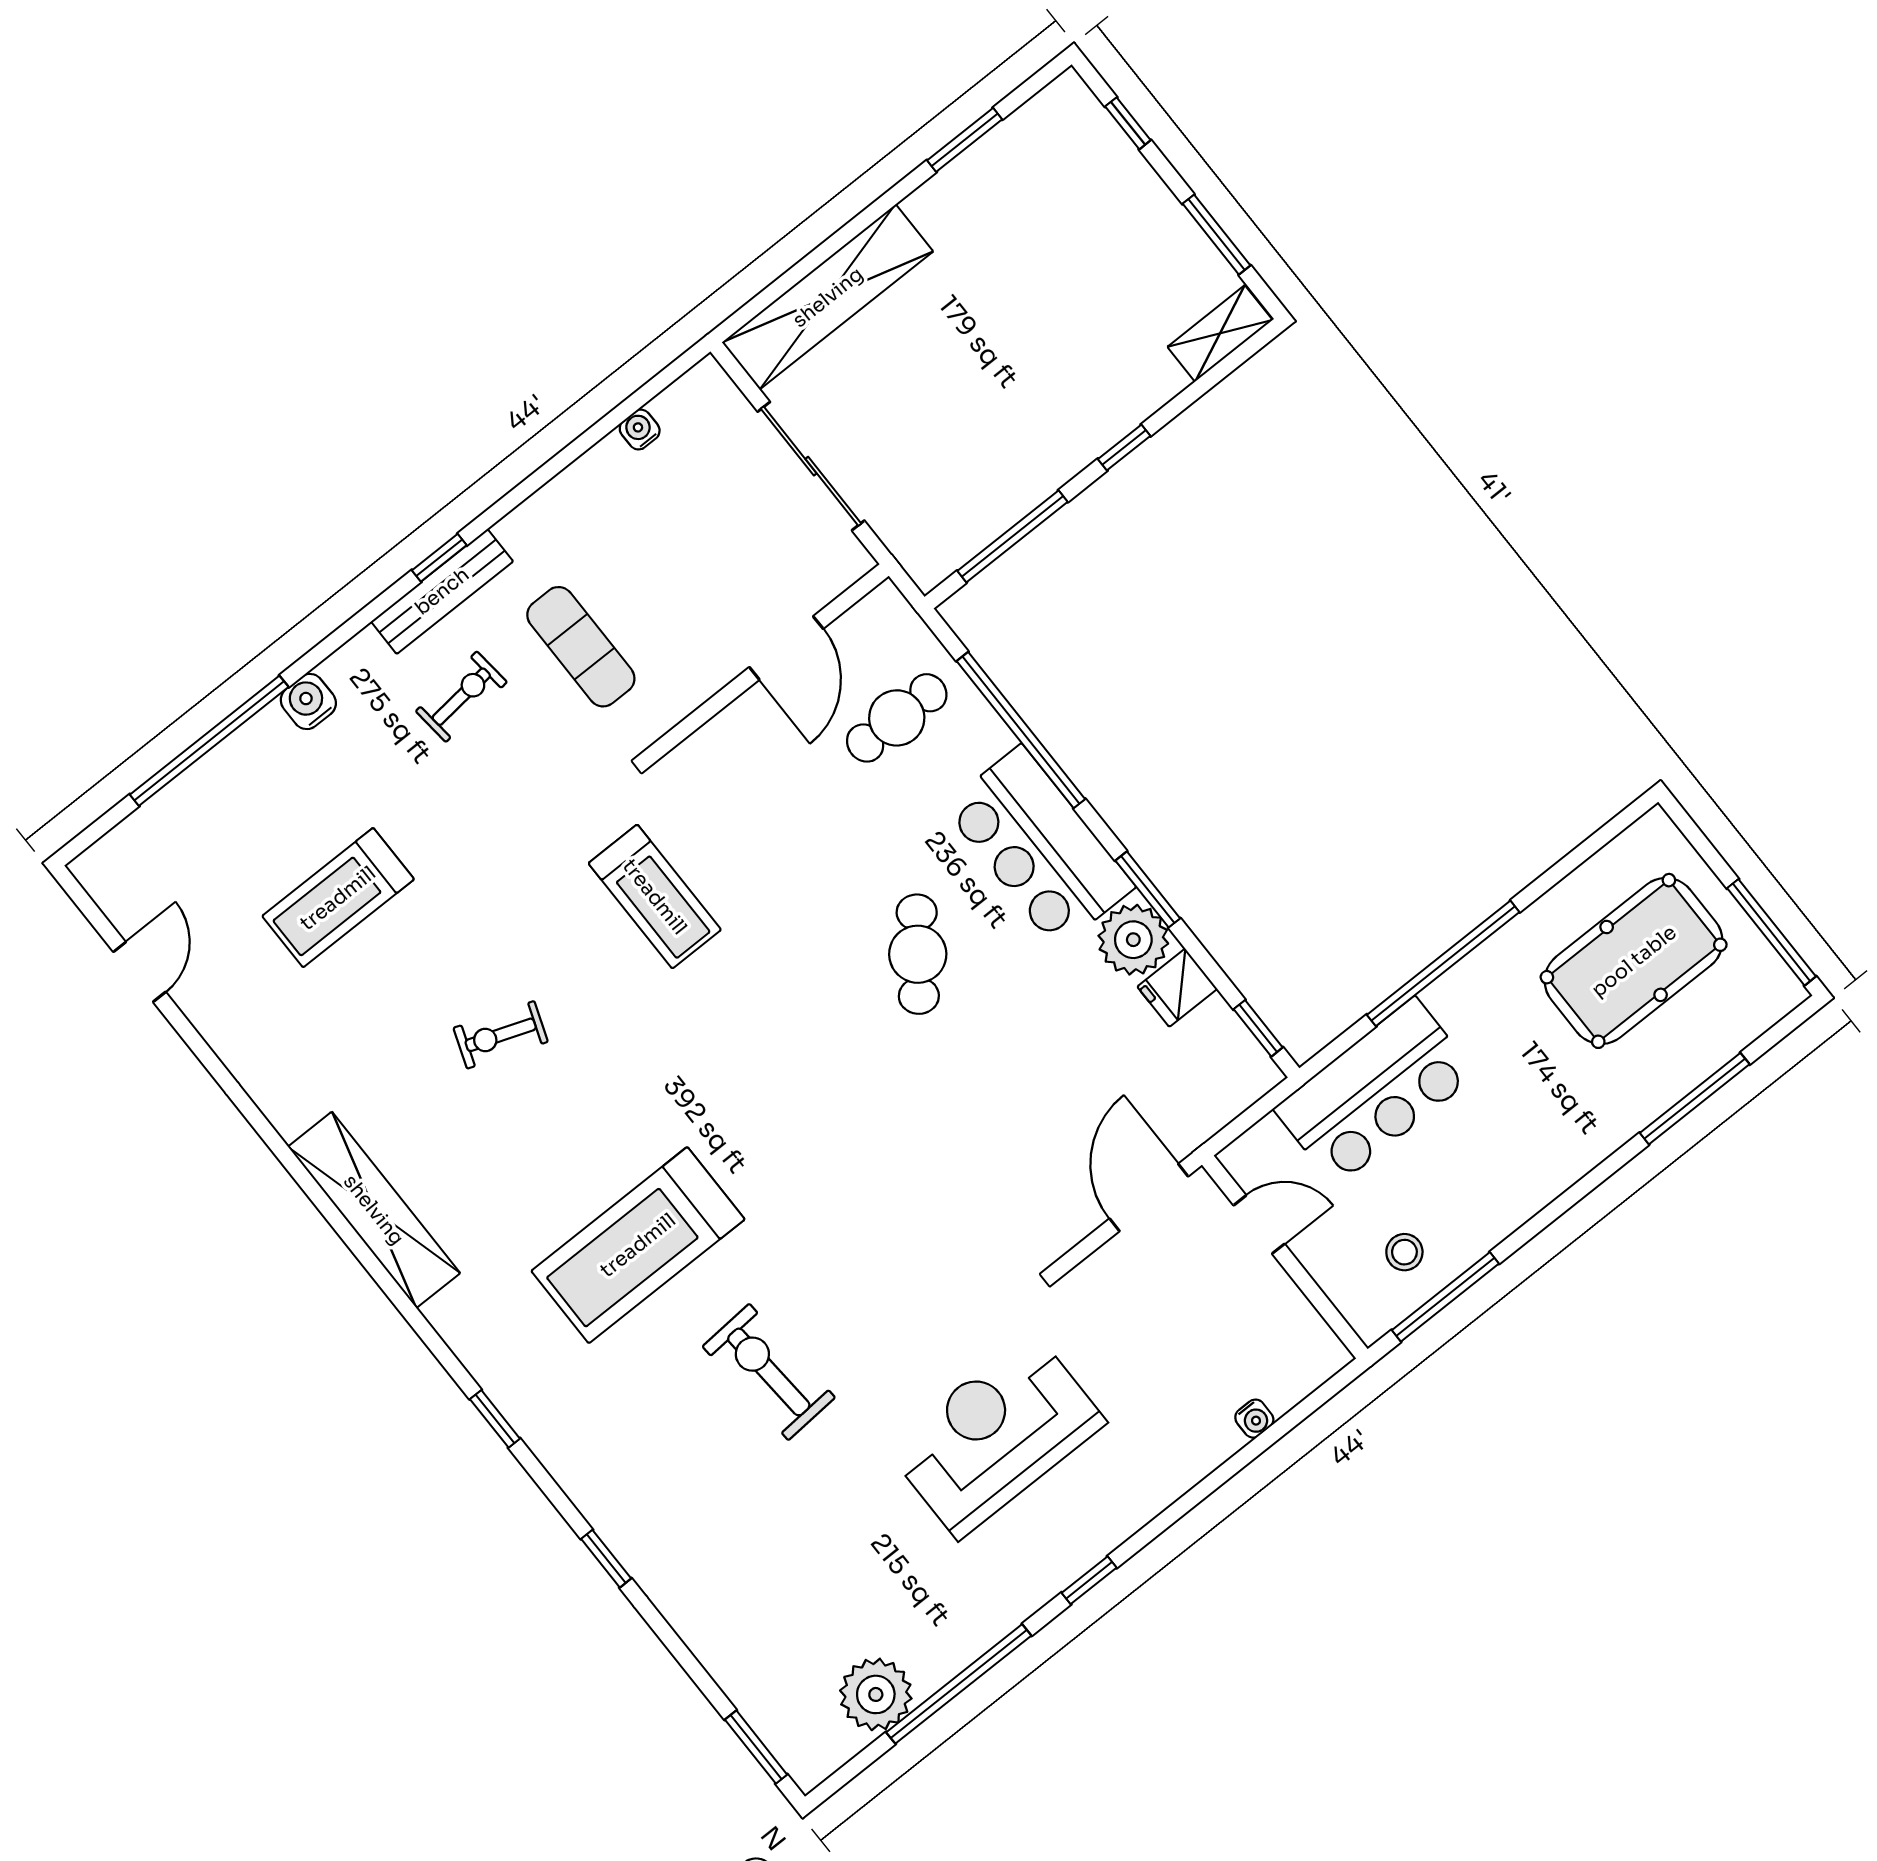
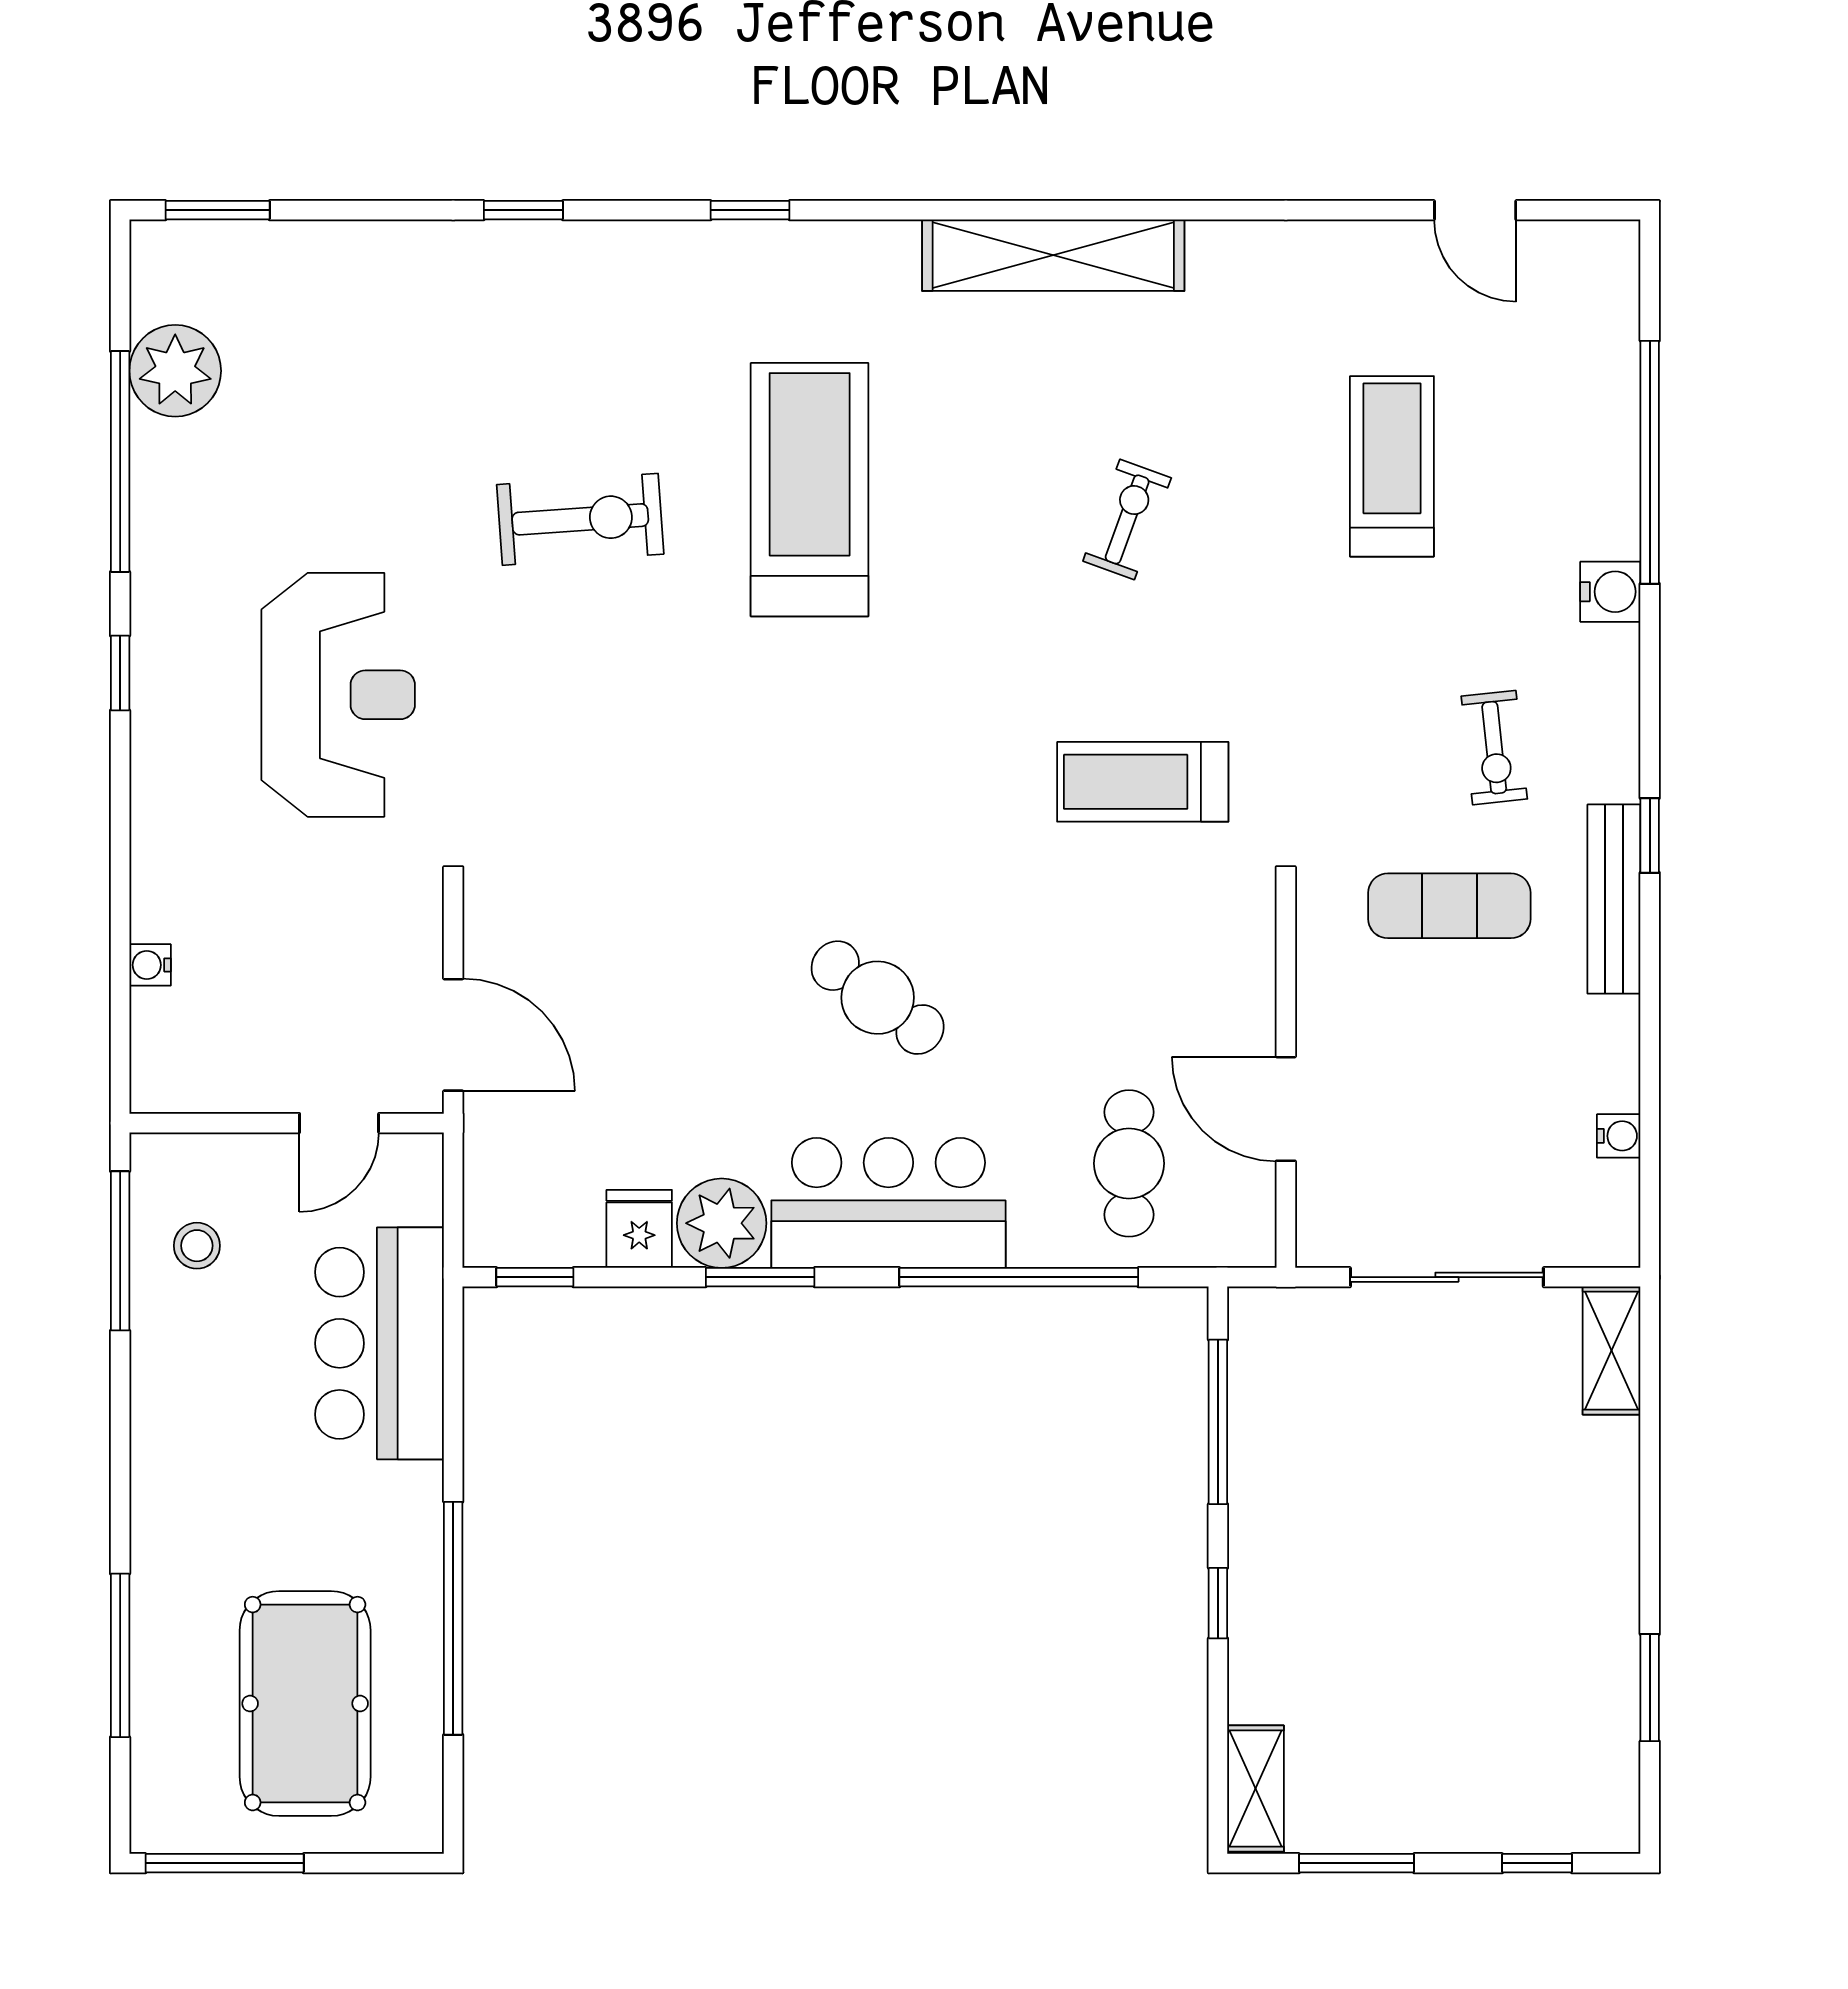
shelving: (828, 297) -> (1612, 1351), width x0.45, depth x0.75
bench: (442, 591) -> (1614, 899), moved
window: (1443, 963) -> (453, 1618), moved

